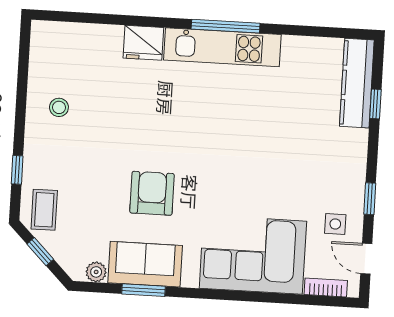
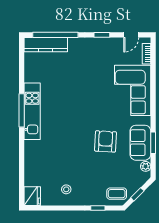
fridge: (143, 43) -> (32, 196), moved
window: (375, 104) -> (55, 35), width x3.17
armchair: (152, 193) -> (105, 141), turned 93
side table: (335, 224) -> (115, 51), removed

